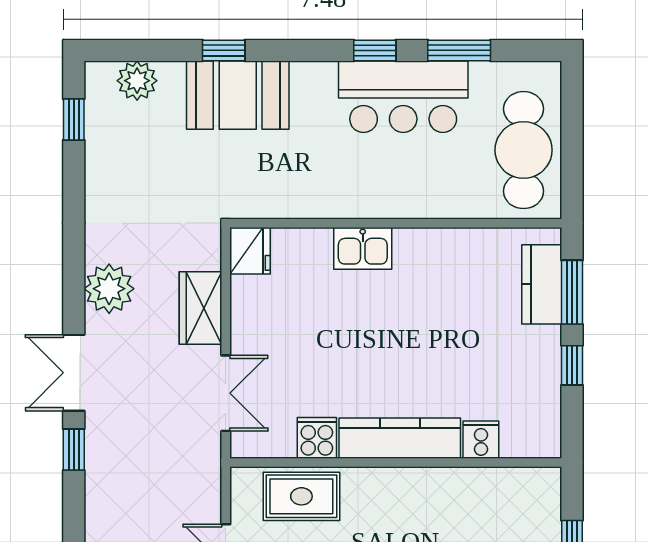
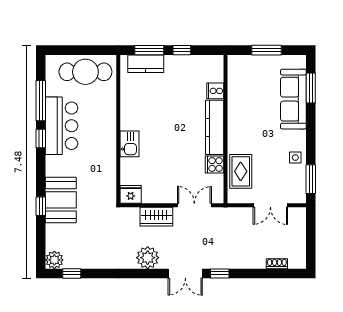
window: (459, 50) -> (41, 101), width x1.44
plant: (137, 81) -> (54, 260), moved

